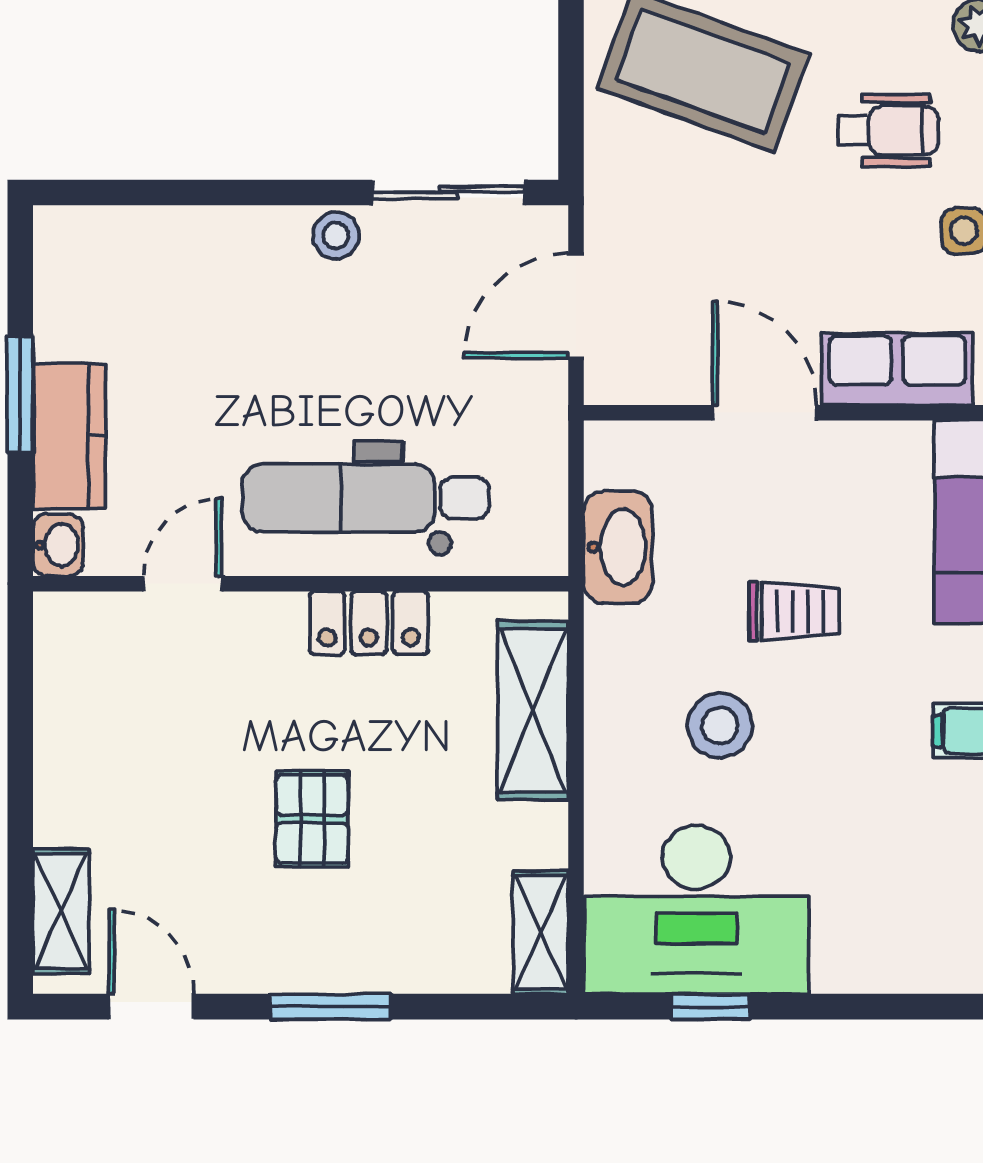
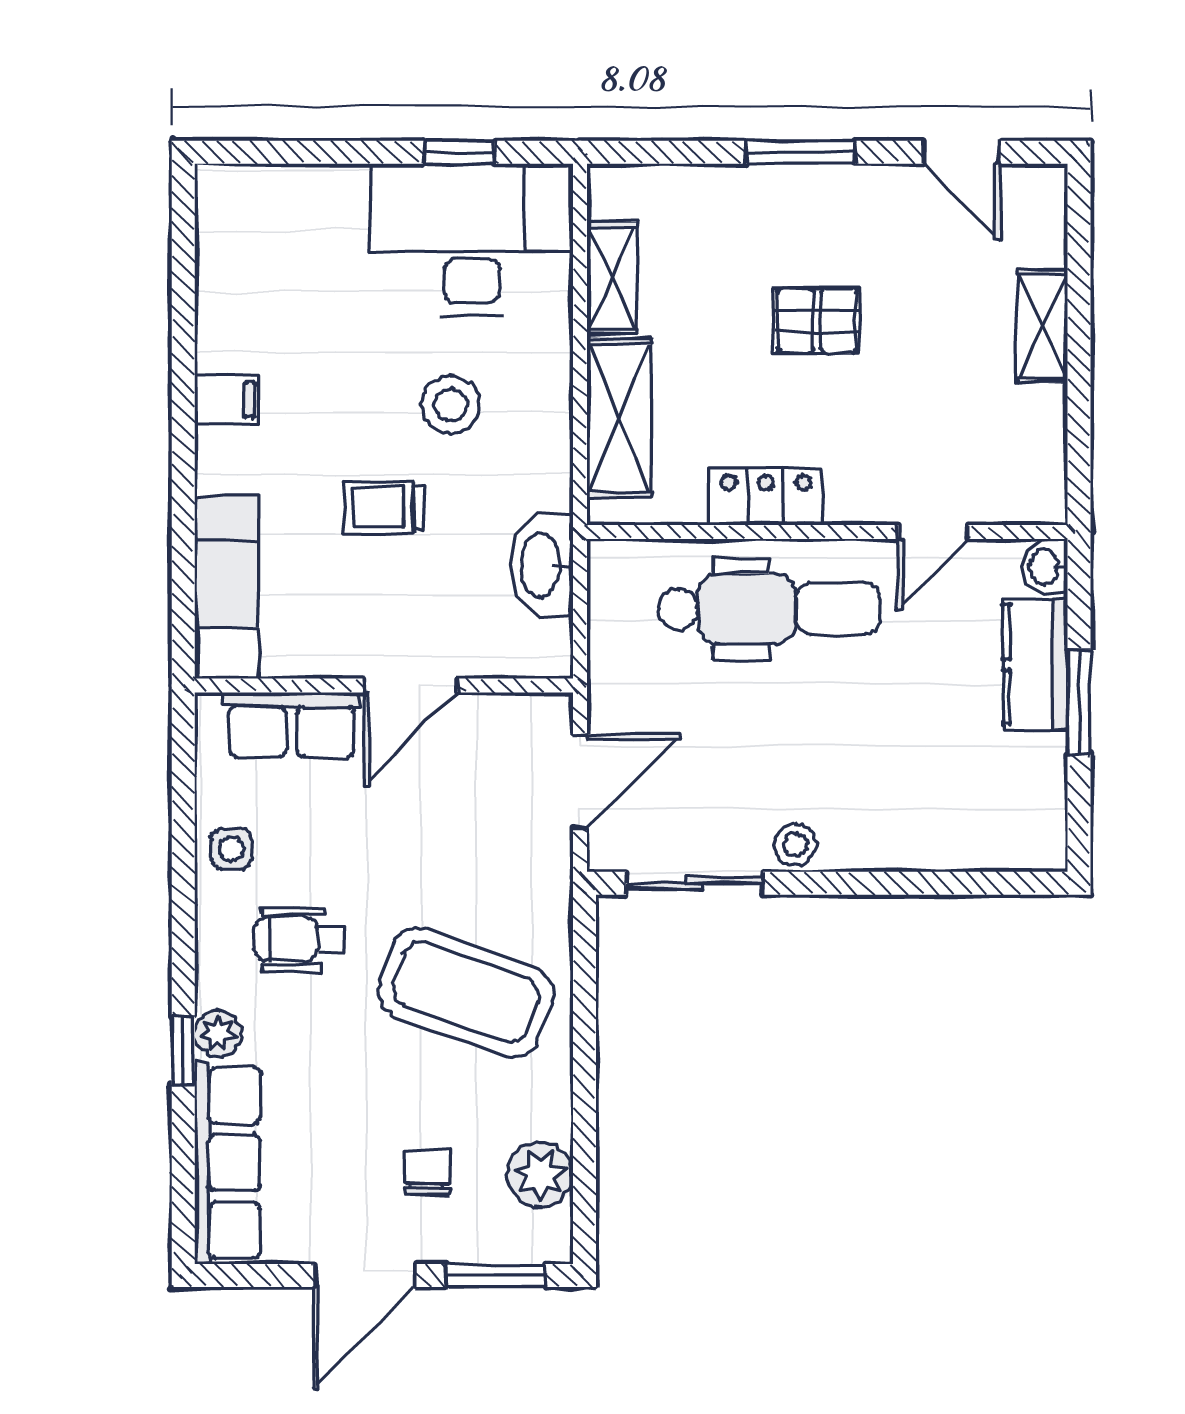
door: (764, 413) -> (411, 686), hinge flipped
pallet: (312, 819) -> (817, 321), turned 90
shelving: (61, 911) -> (1042, 326), moved
shelving: (541, 932) -> (612, 278), moved

